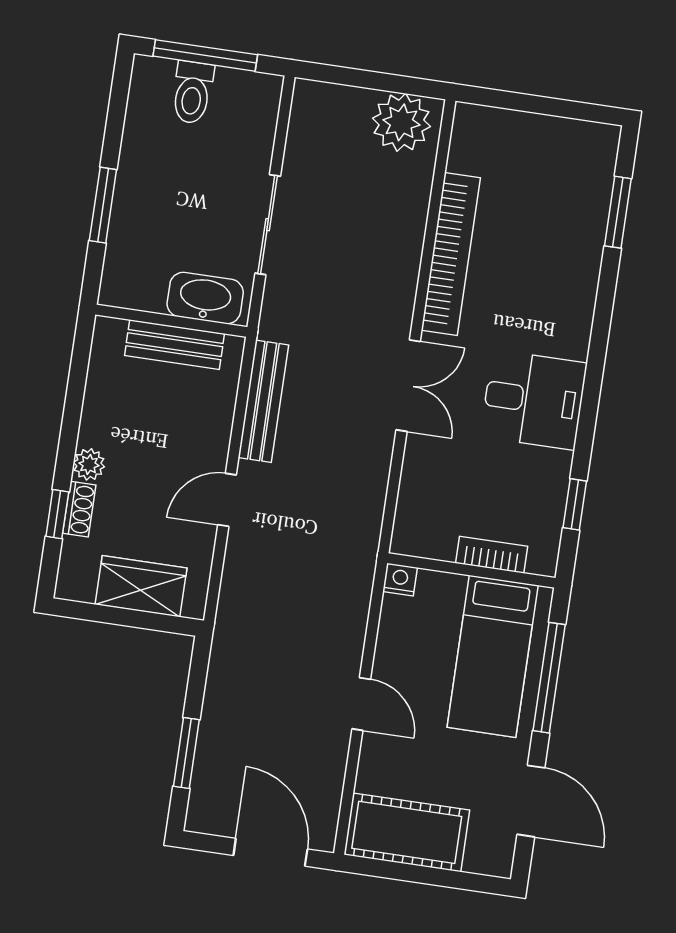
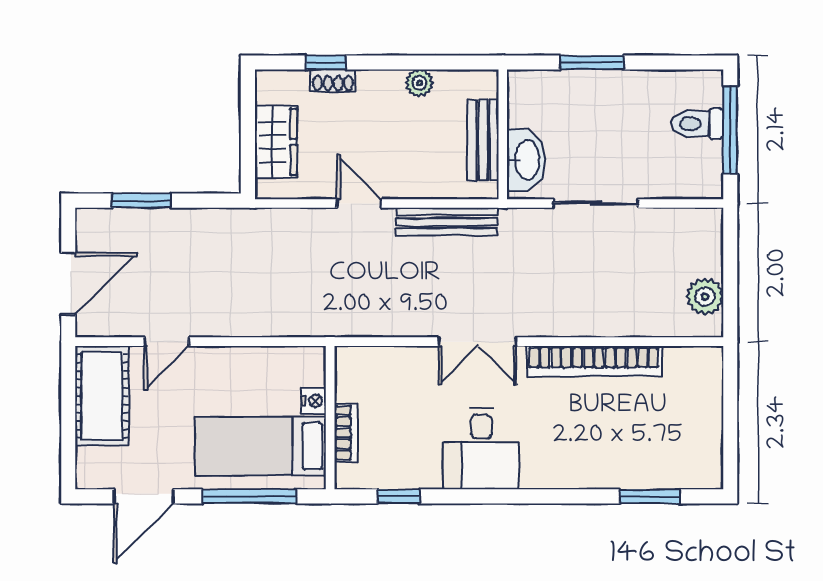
plant: (401, 122) -> (705, 297), width x0.73, depth x0.73
plant: (89, 464) -> (419, 83), moved
nightstand: (400, 580) -> (314, 401), moved
door: (361, 704) -> (167, 342), moved

